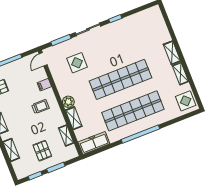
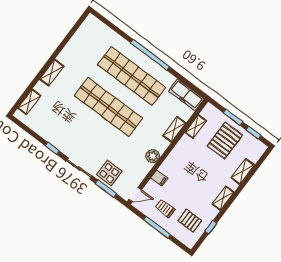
display table: (77, 63) -> (109, 173), moved
shelving: (180, 74) -> (29, 102), moved
display table: (186, 101) -> (90, 30), removed
plant: (68, 102) -> (153, 156), moved
trolley: (40, 107) -> (165, 208), moved
pallet: (42, 151) -> (225, 141), width x1.50, depth x1.42

